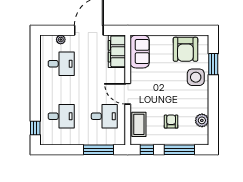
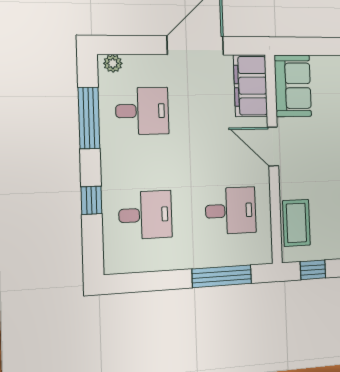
plant: (61, 40) -> (113, 63), moved
window: (35, 67) -> (89, 118), added
door: (128, 94) -> (273, 147), moved
window: (35, 128) -> (91, 200), moved

